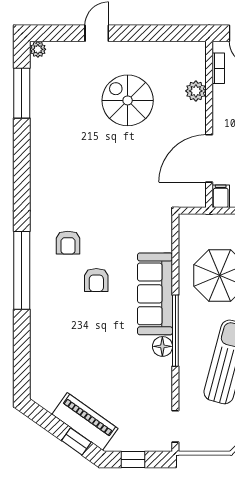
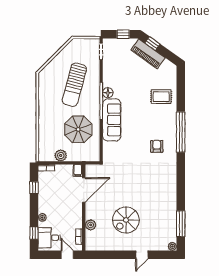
spiral stairs: (128, 100) -> (126, 220), turned 90
armchair: (96, 280) -> (142, 127), removed
rug: (60, 339) -> (161, 97), added

